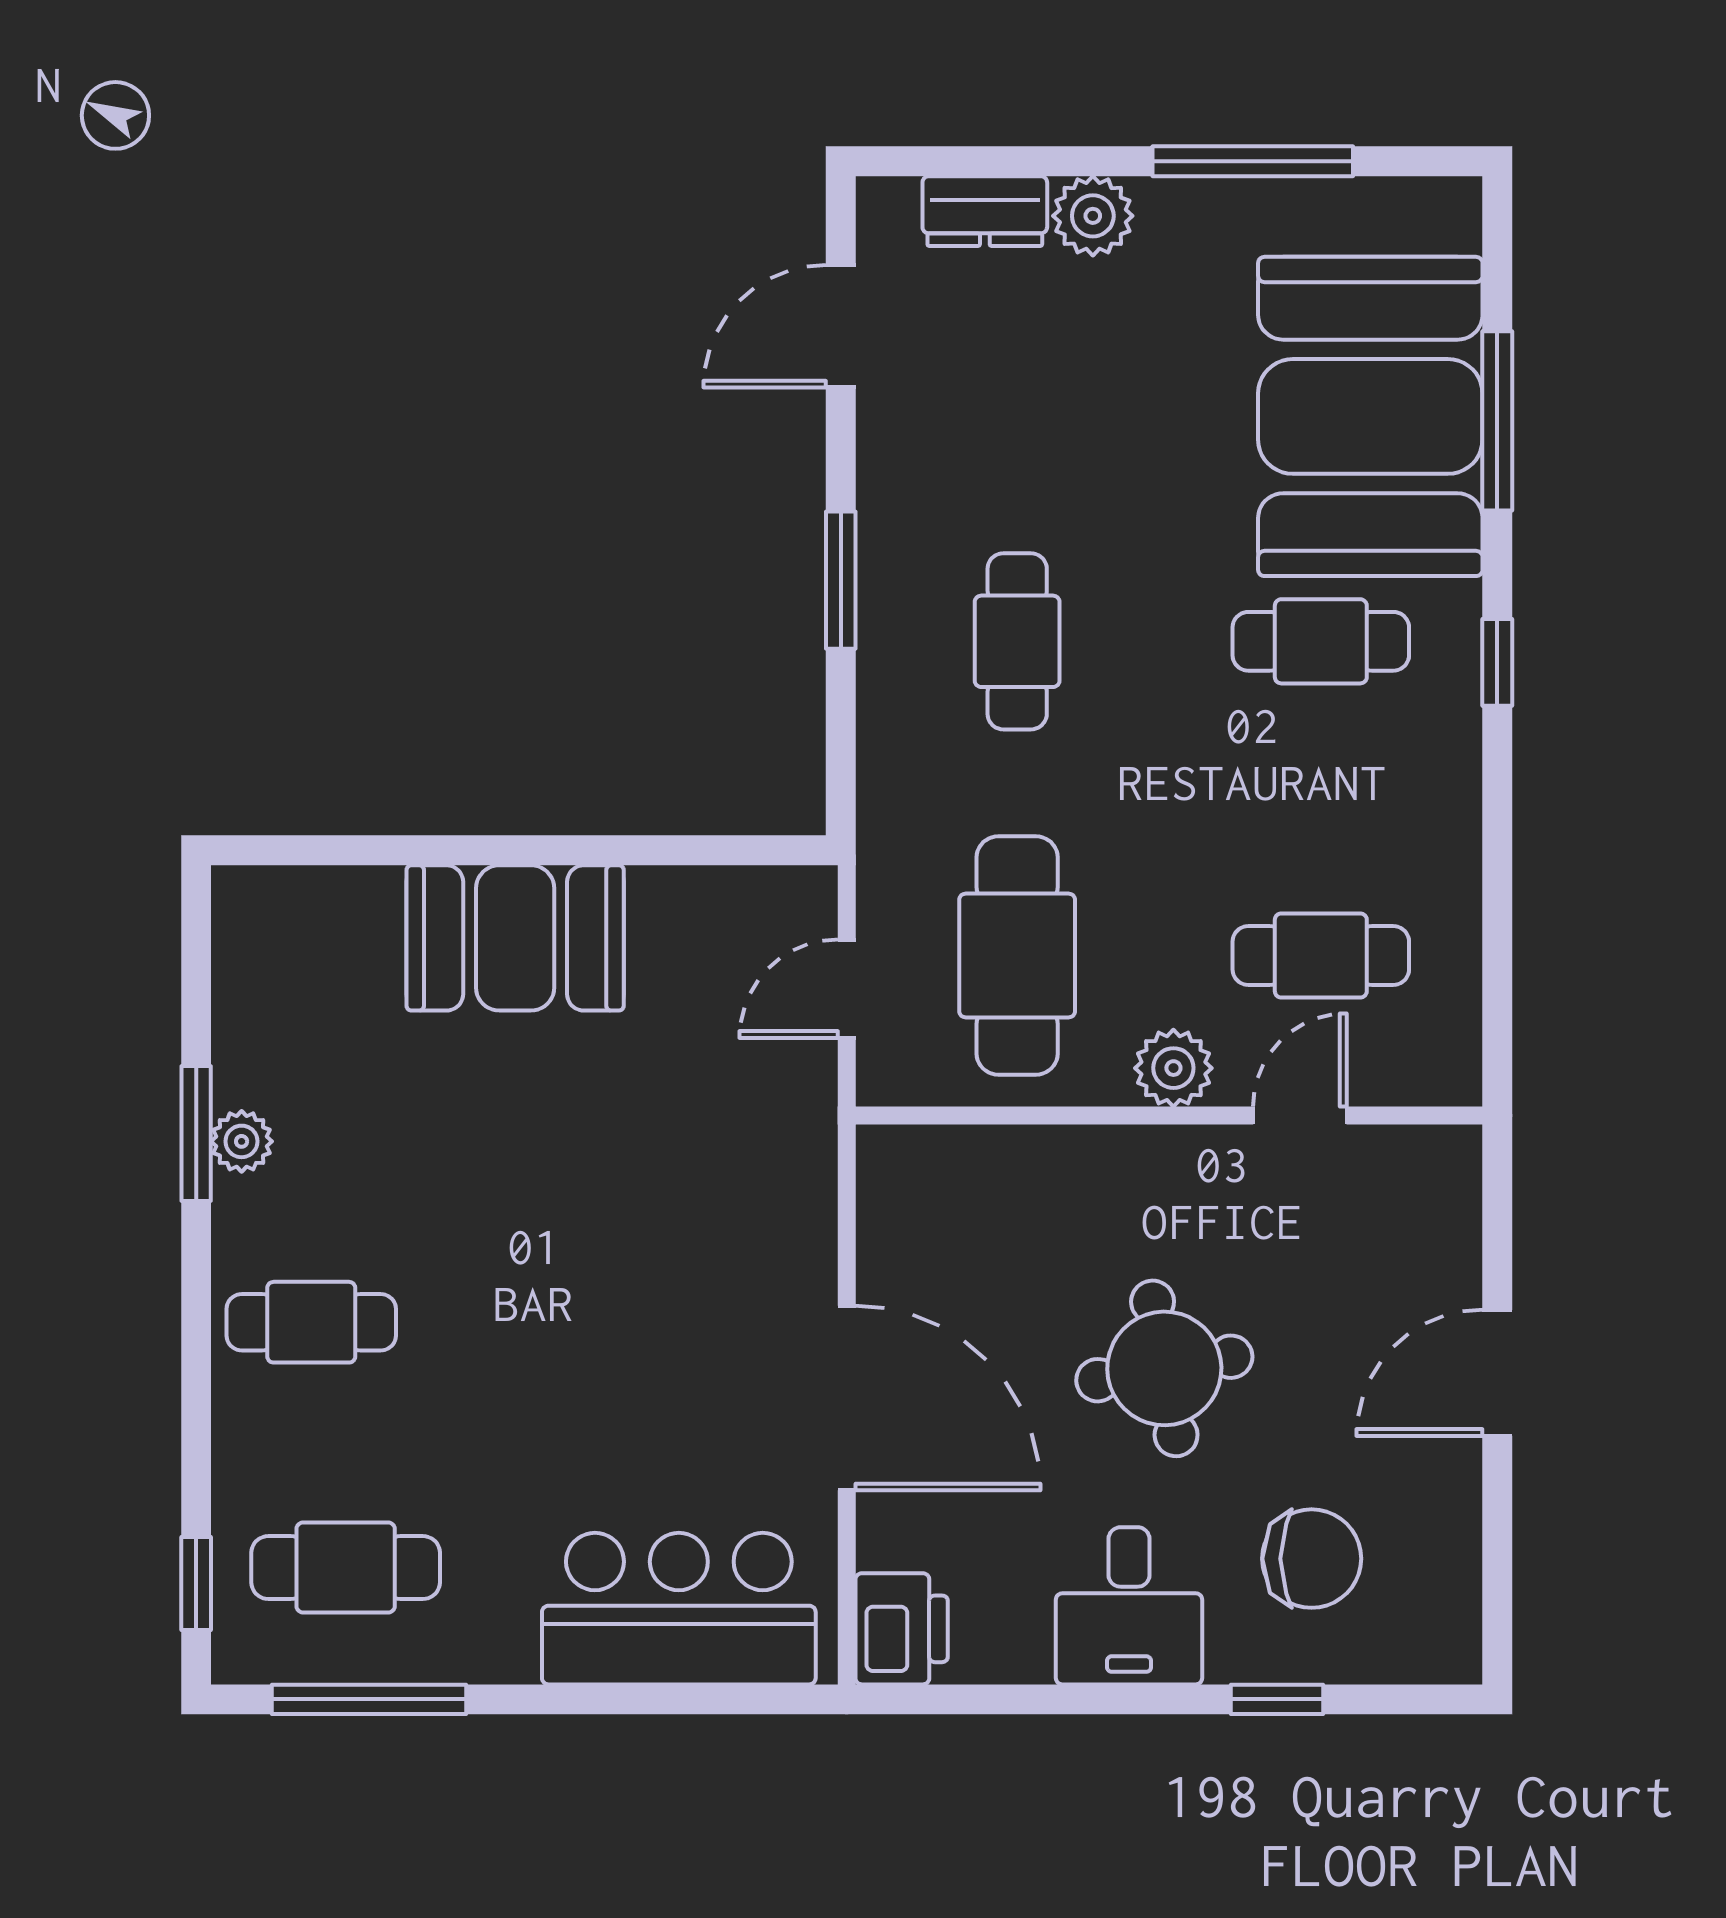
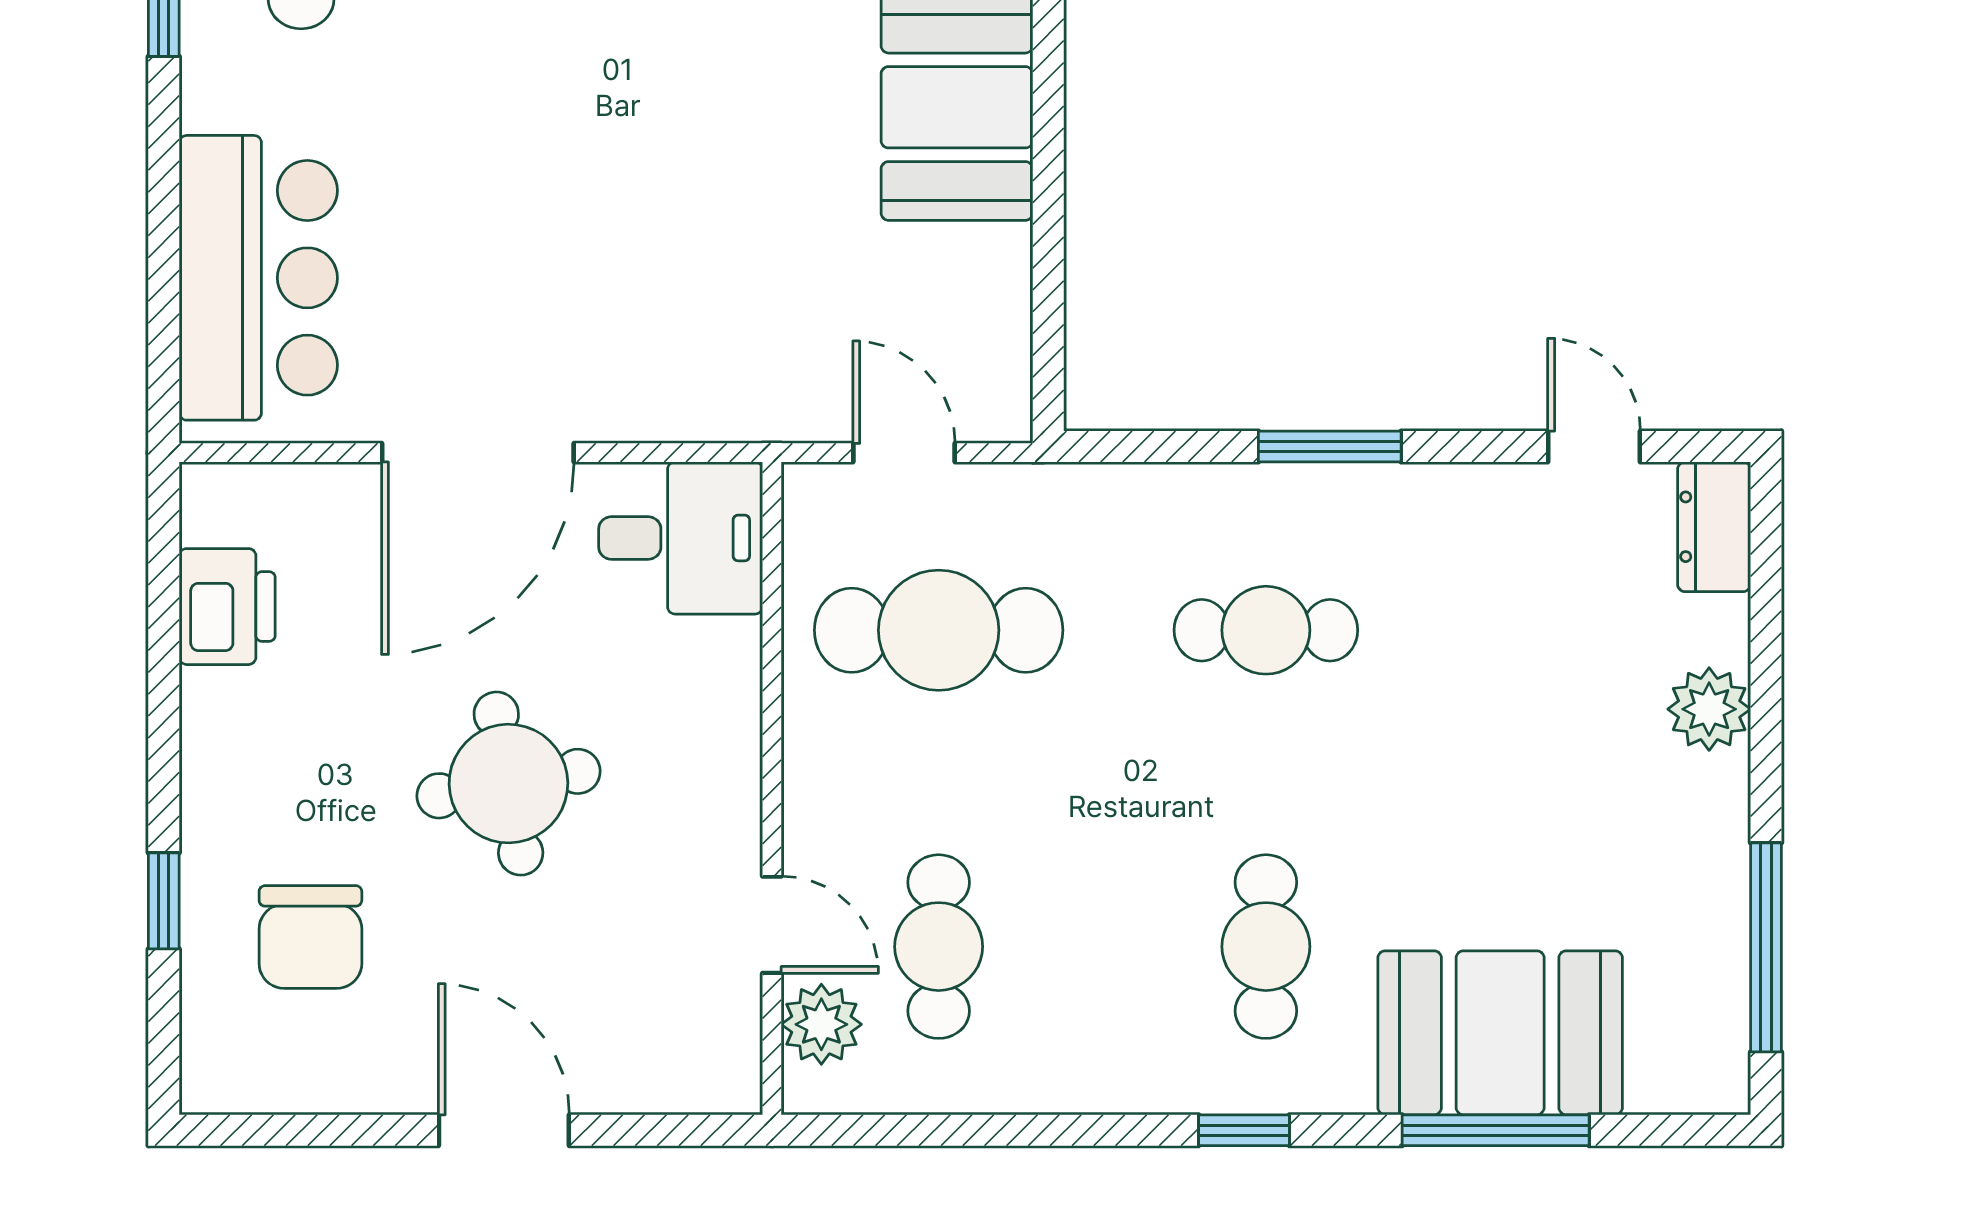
window: (1253, 161) -> (1766, 947), moved
dresser: (985, 211) -> (1714, 527), moved
door: (841, 326) -> (1594, 446), width x0.73
booth: (1370, 416) -> (1500, 1033), width x0.73, depth x0.70
plant: (1173, 1068) -> (821, 1024), moved
desk: (1129, 1606) -> (681, 538), moved, turned 180
printer: (902, 1629) -> (227, 607), moved, turned -90

